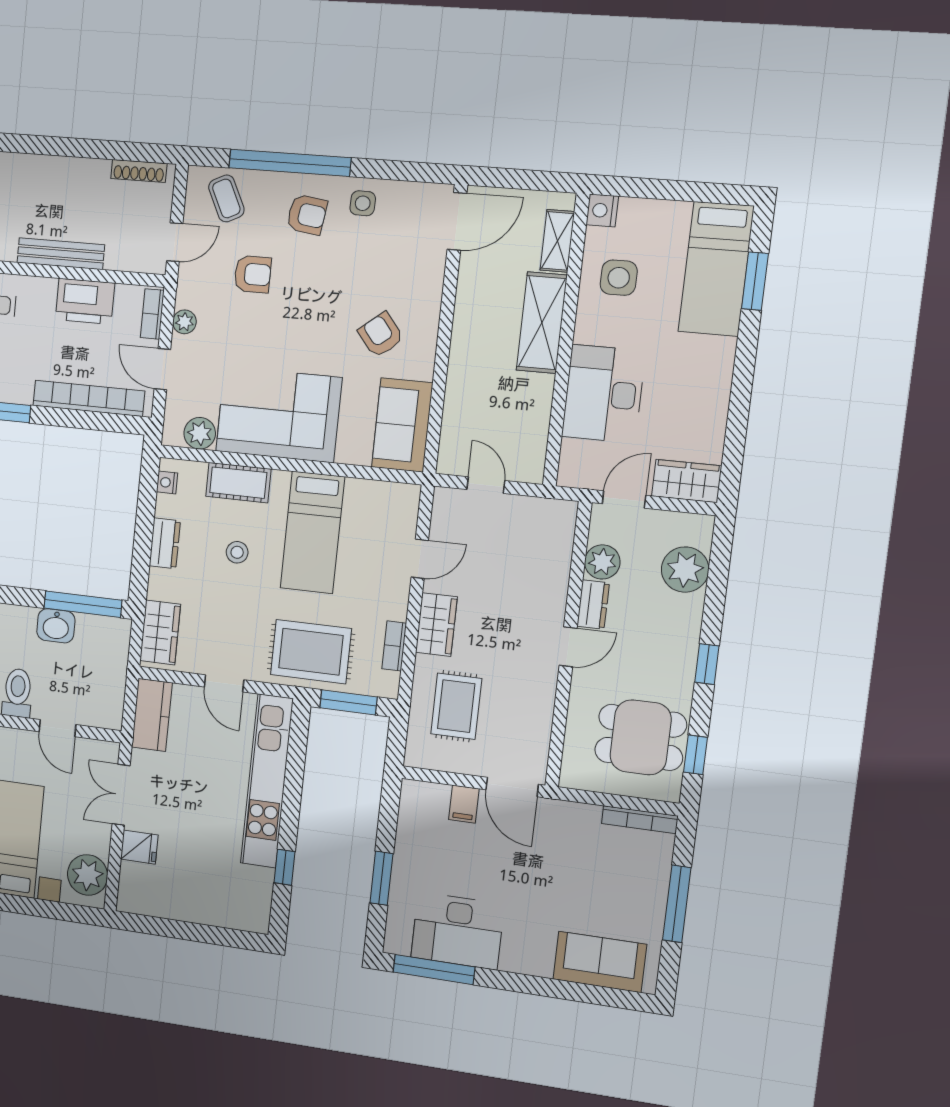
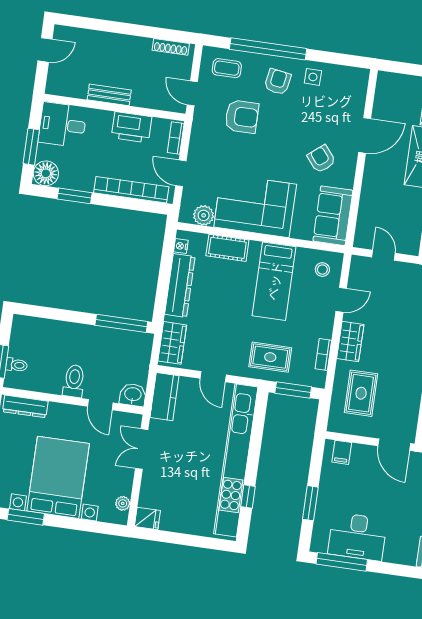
coffee table: (226, 198) -> (227, 68), turned -64
armchair: (307, 215) -> (278, 82), turned -89
door: (457, 221) -> (365, 135), moved
door: (175, 242) -> (192, 93), swing flipped
bench: (61, 254) -> (109, 95), width x0.73
armchair: (253, 274) -> (242, 117), width x1.38, depth x1.38
plant: (184, 322) -> (197, 144), removed
dresser: (165, 543) -> (180, 285), width x1.96, depth x1.24
stool: (237, 552) -> (322, 270), moved
washbasin: (56, 626) -> (133, 395), moved, turned 180
rug: (311, 652) -> (270, 357), width x0.73, depth x0.70
kitchen unit: (267, 781) -> (236, 460), width x1.36
filing cabinet: (464, 804) -> (342, 452), moved
fridge: (139, 847) -> (147, 518), moved
plant: (88, 875) -> (123, 503), width x0.53, depth x0.53

